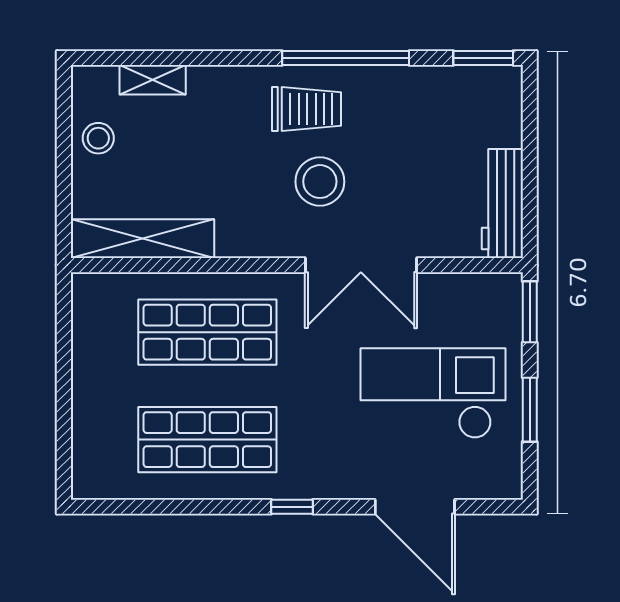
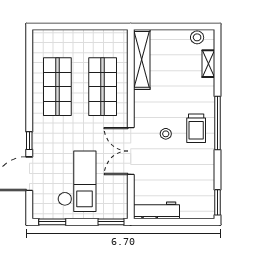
window: (346, 58) -> (218, 123), moved
stool: (98, 138) -> (197, 37), moved
stool: (320, 182) -> (166, 134), width x0.53, depth x0.53
window: (530, 410) -> (52, 222), moved
window: (292, 507) -> (29, 141), moved

